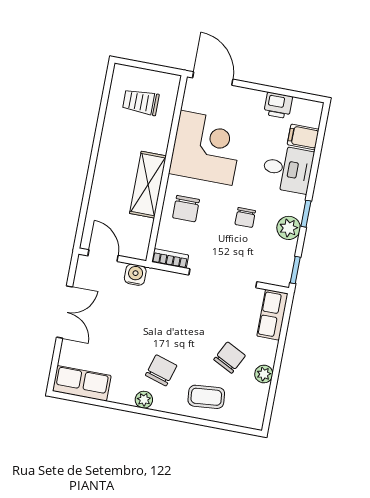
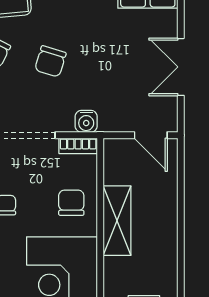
water cooler: (135, 275) -> (86, 121), moved
chair: (161, 370) -> (50, 61), moved

